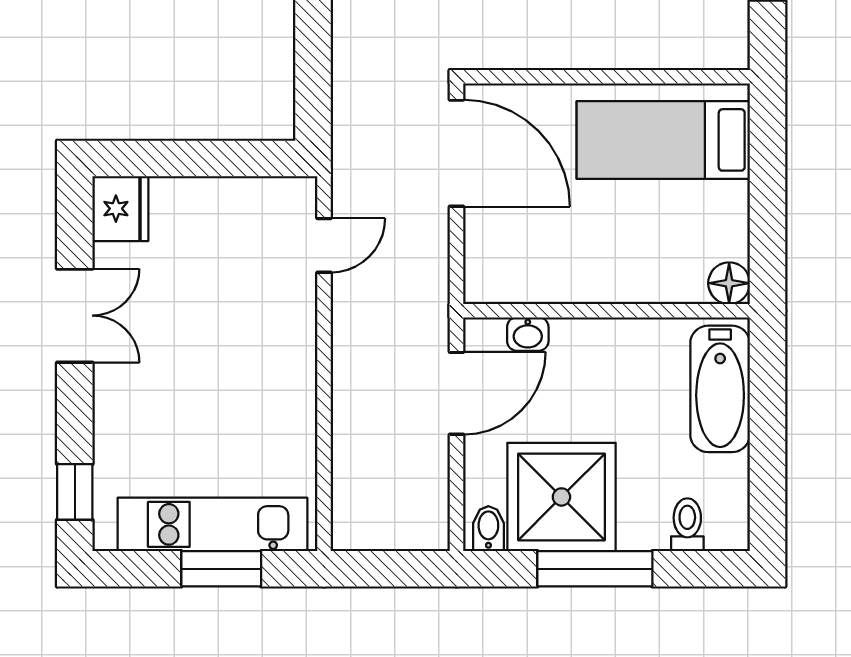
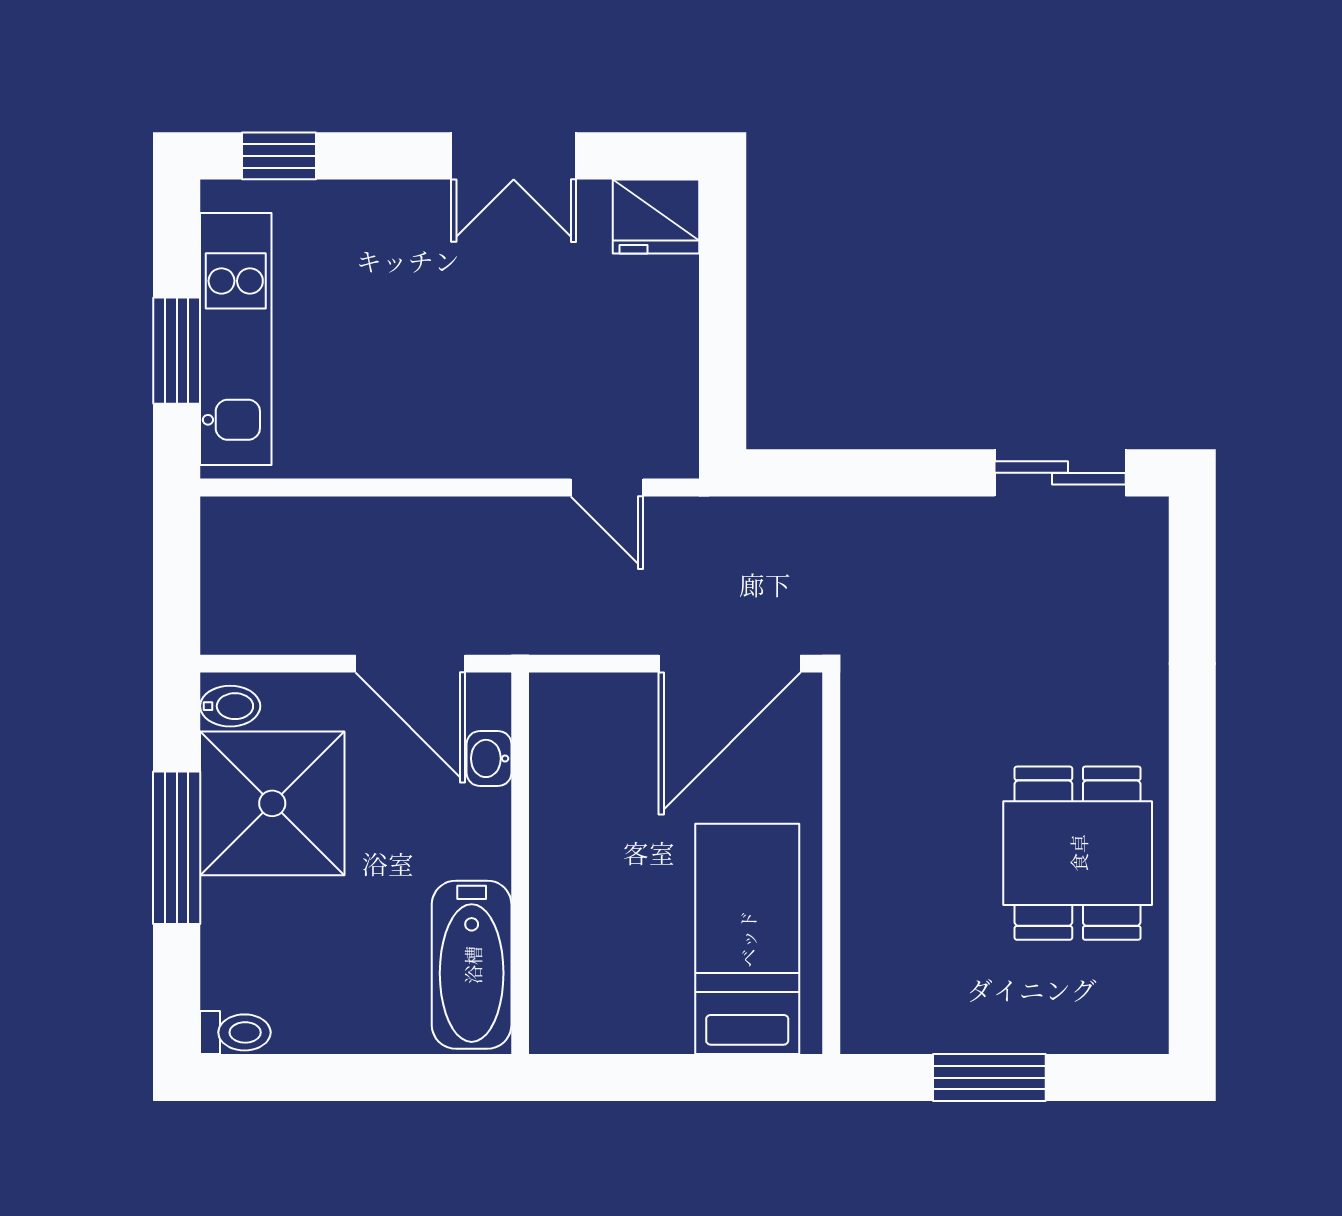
floor lamp: (729, 283) -> (557, 1026), removed
bathtub: (720, 389) -> (472, 965), moved, turned -90
toilet: (687, 525) -> (235, 1032), moved

